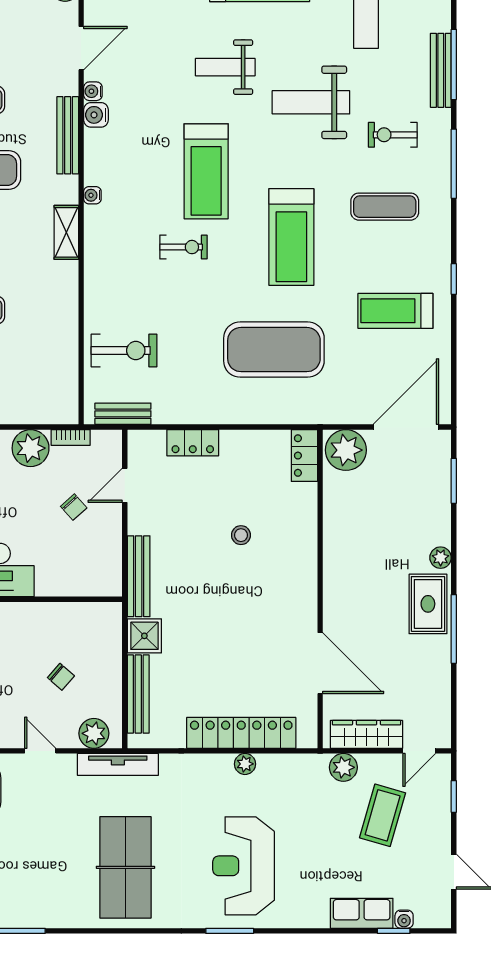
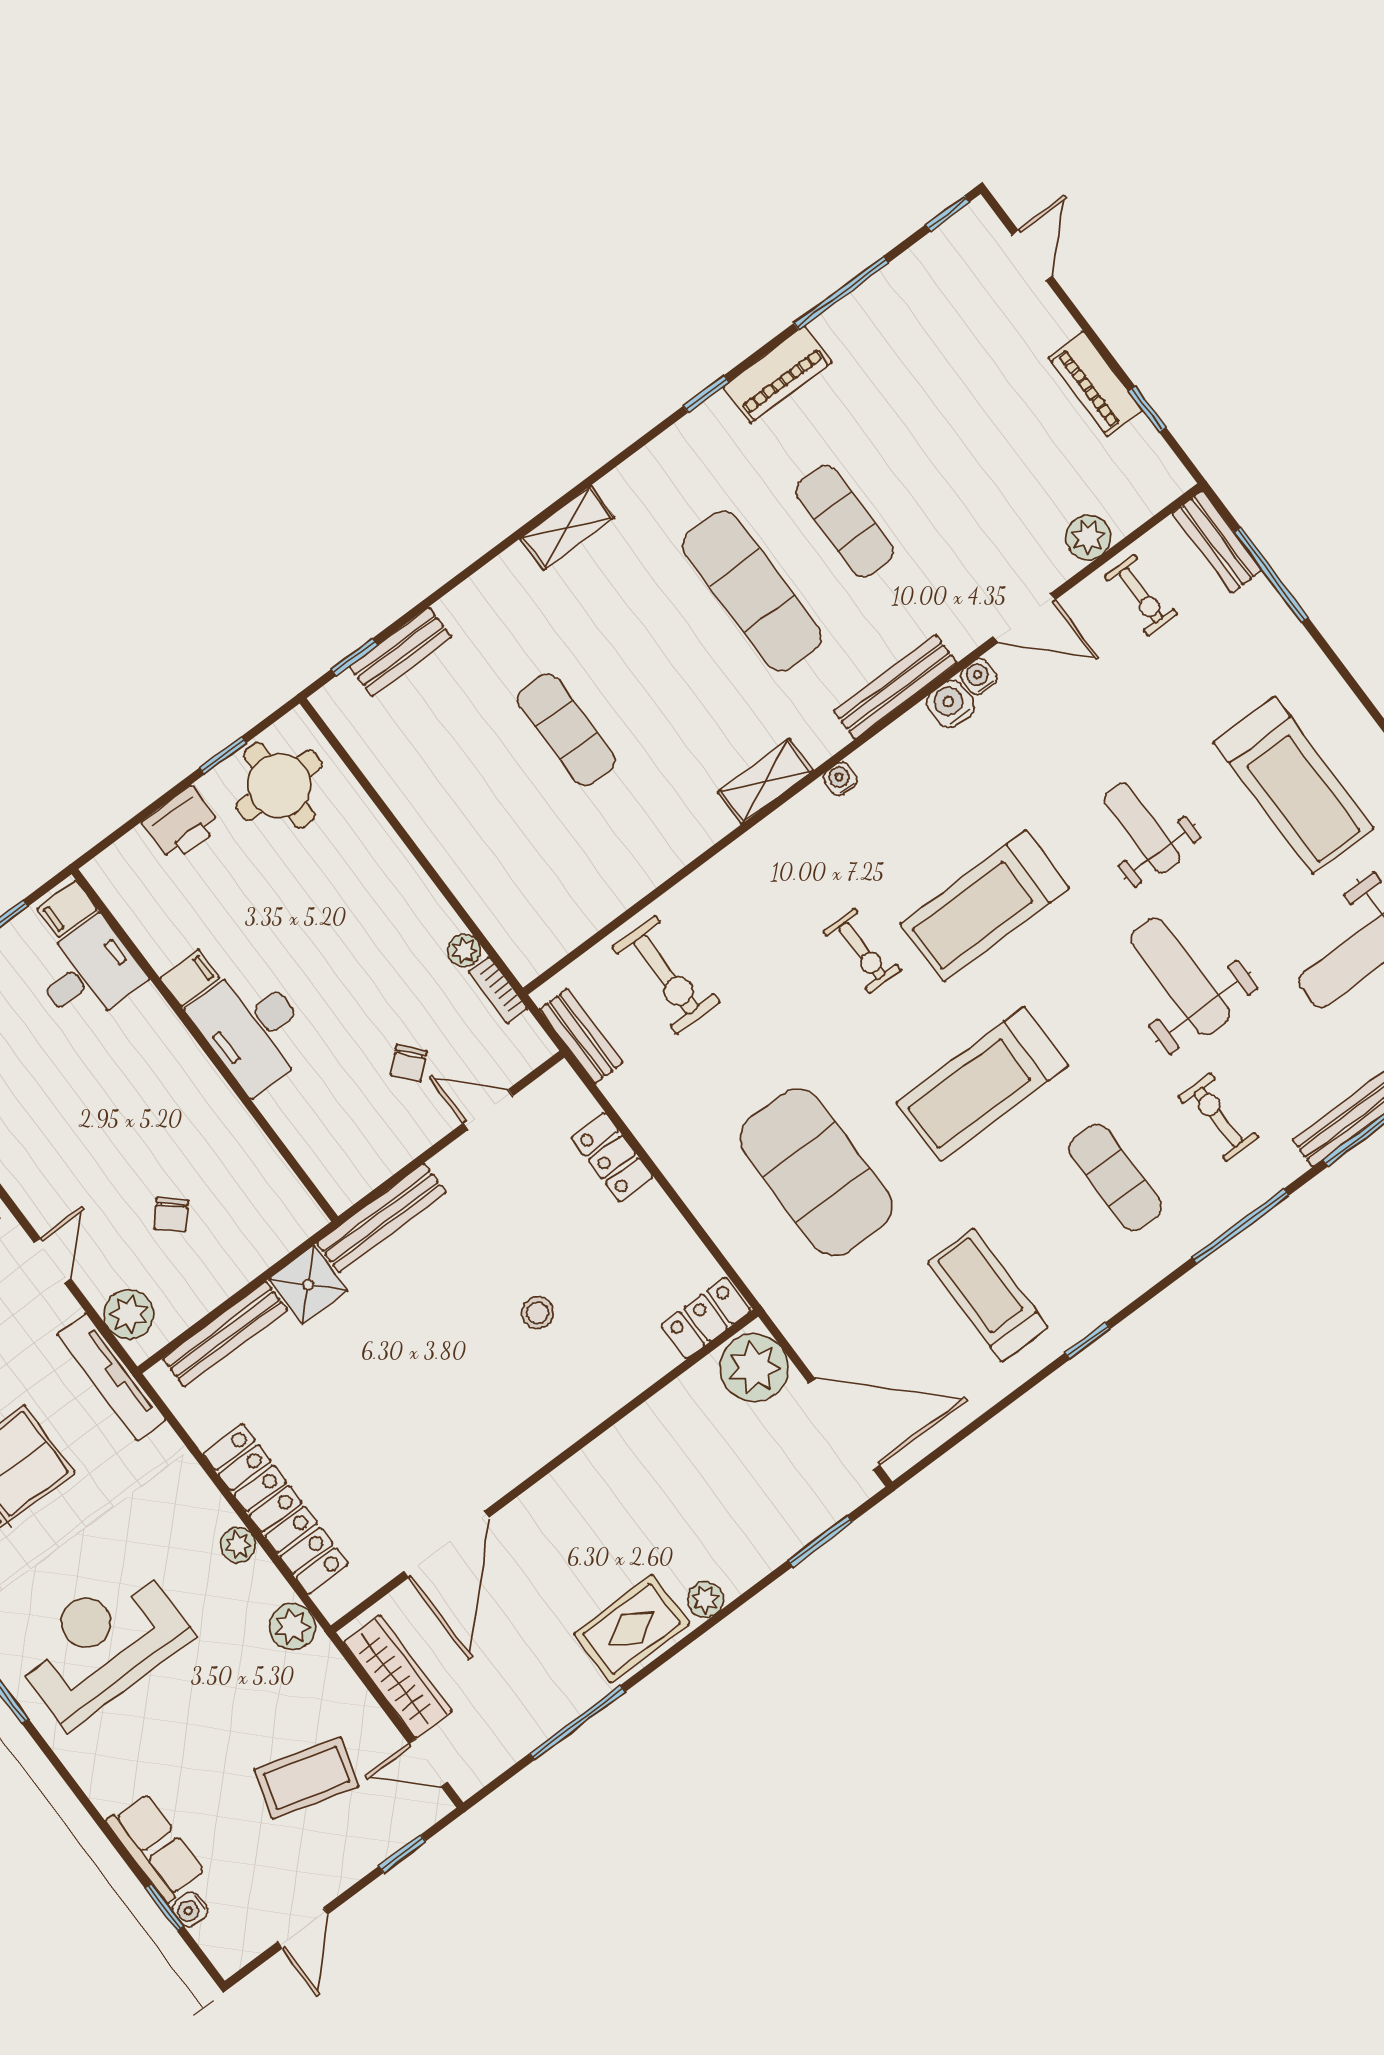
plant: (31, 448) -> (464, 950), width x0.53, depth x0.53
window: (454, 629) -> (577, 1723), moved
plant: (343, 767) -> (292, 1627), moved

